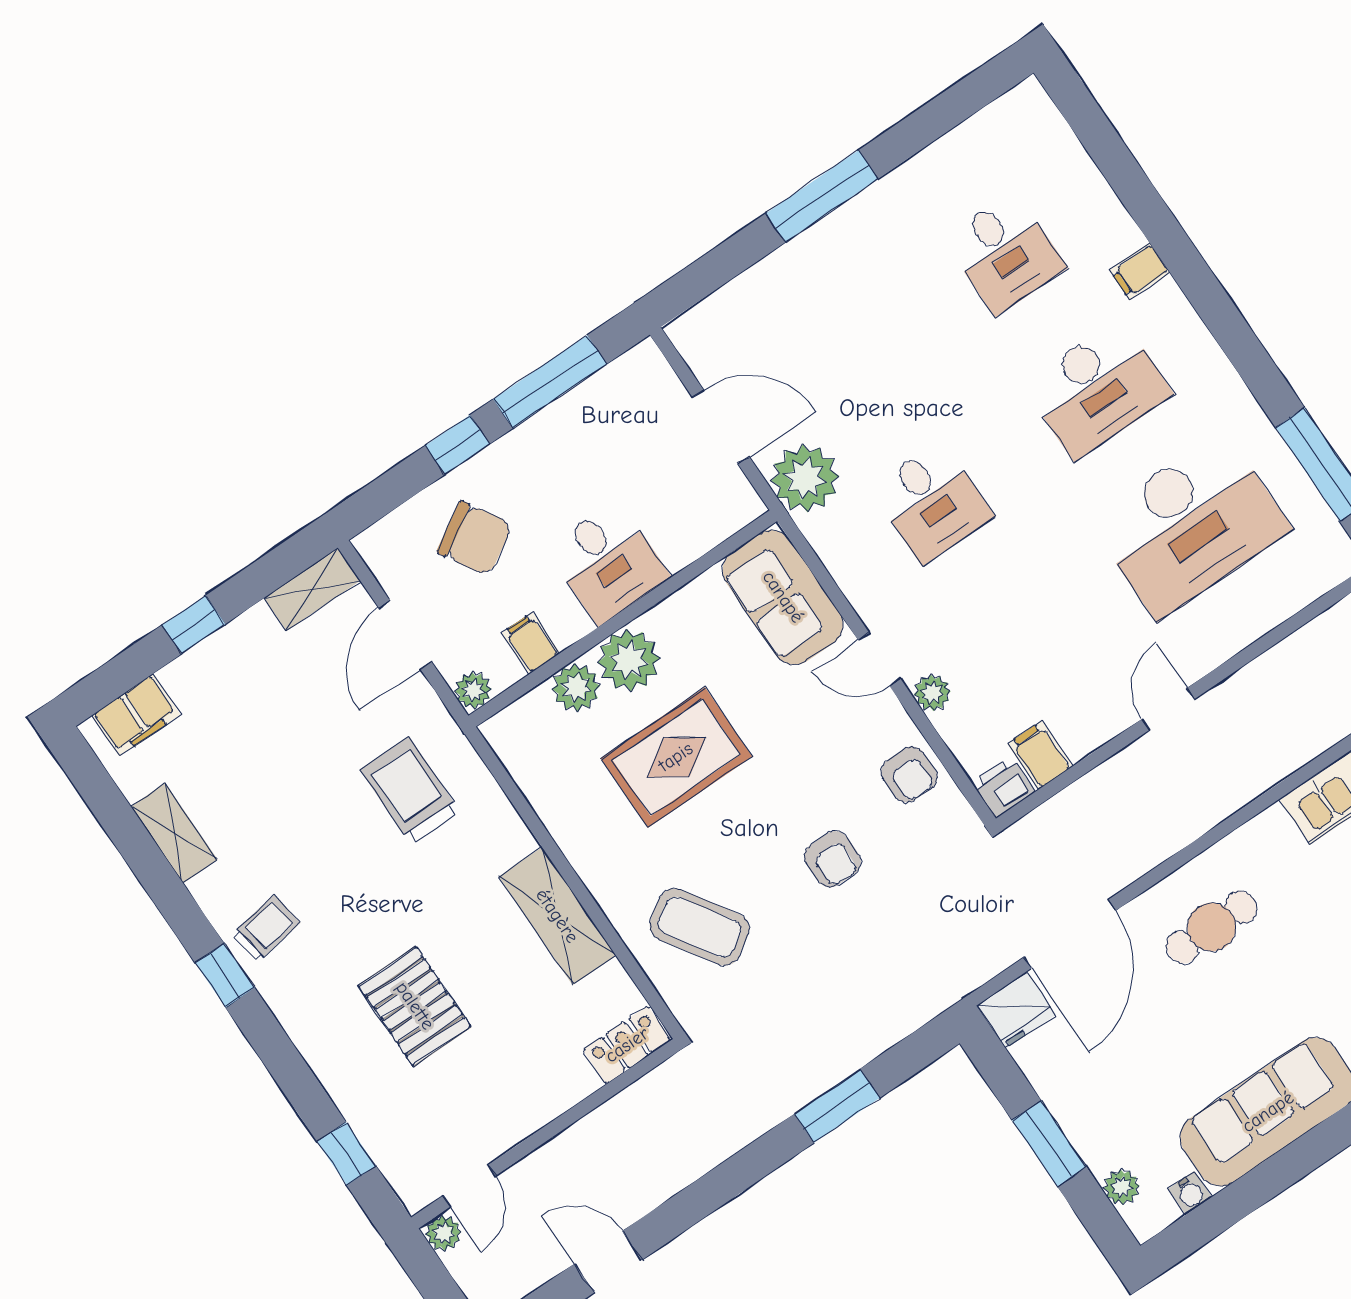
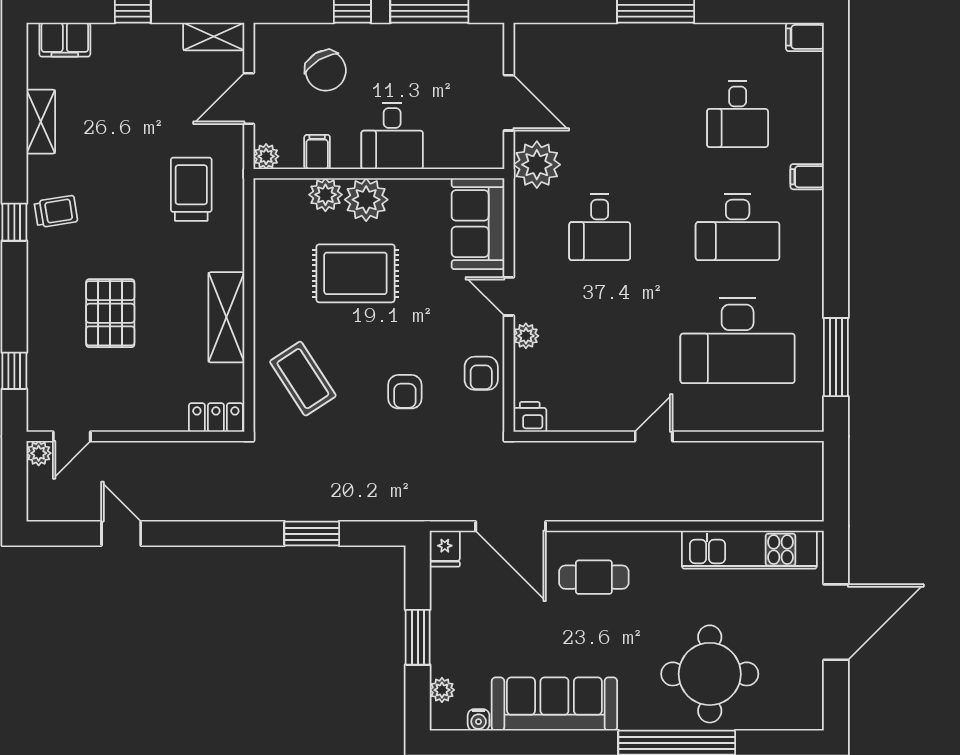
filing cabinet: (1040, 755) -> (805, 37), moved, turned -90
door: (1070, 934) -> (511, 526), hinge flipped
fridge: (1016, 1010) -> (445, 549), width x0.72

